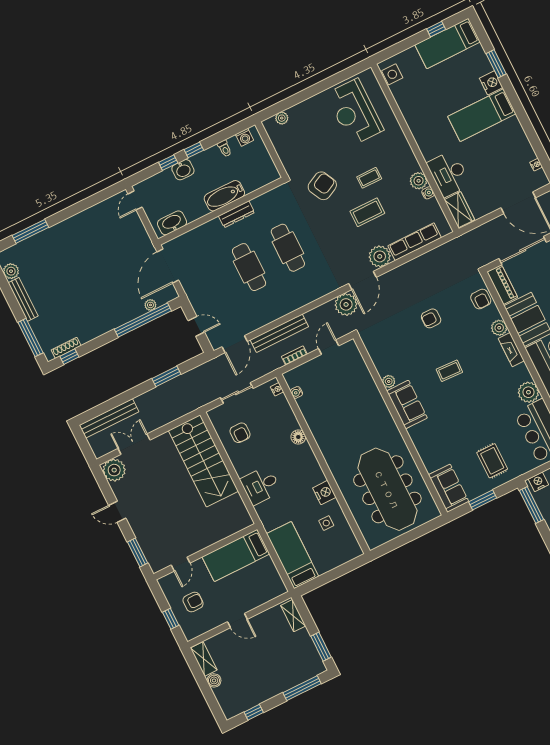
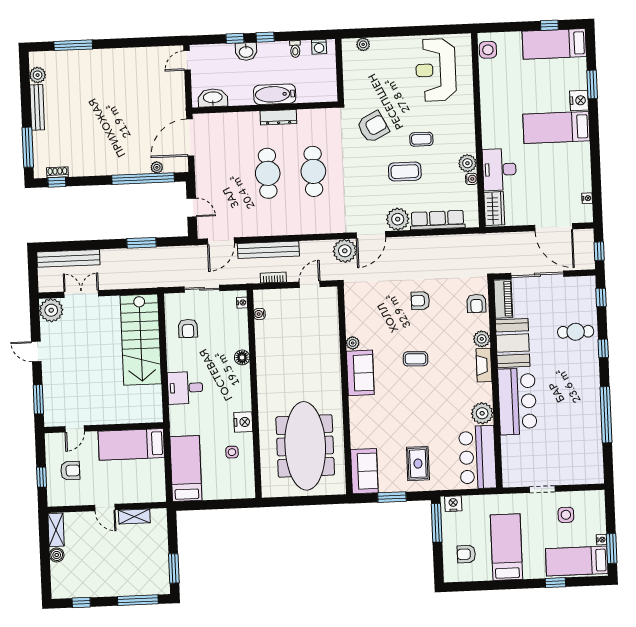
shoe rack: (66, 348) -> (57, 172), width x0.70
shelving: (293, 616) -> (134, 516), moved, turned 90

